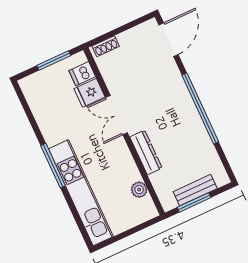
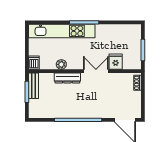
dishwasher: (82, 74) -> (34, 63), moved
plant: (139, 190) -> (61, 64), moved
bench: (195, 190) -> (34, 86), moved

